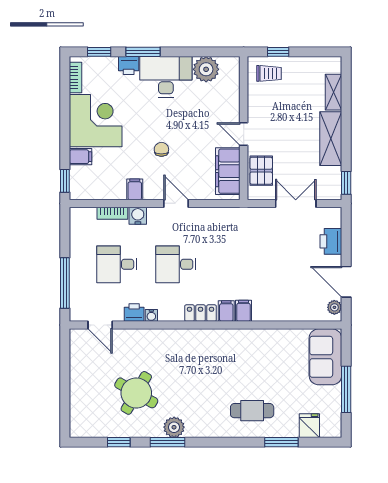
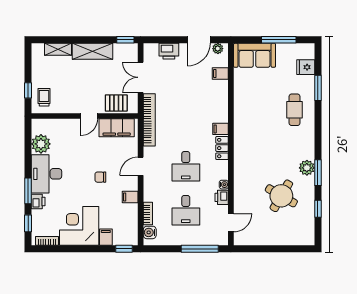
bookcase: (238, 215) -> (149, 120), added
water cooler: (138, 216) -> (150, 232), moved
filing cabinet: (243, 311) -> (220, 73), moved

